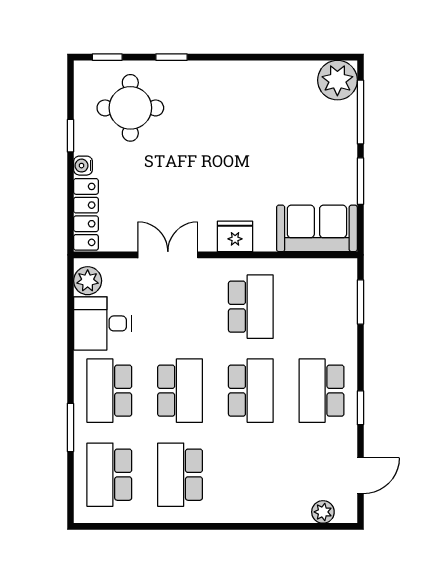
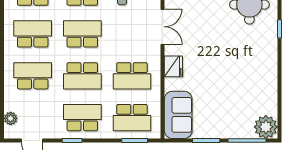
school desk: (322, 307) -> (132, 118), added
school desk: (180, 391) -> (82, 34), turned 180
school desk: (251, 475) -> (33, 76), added

